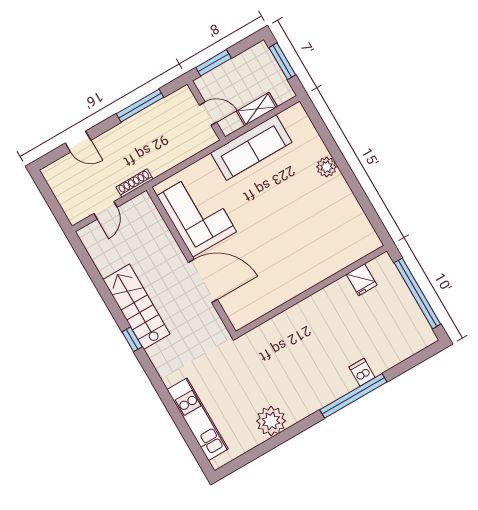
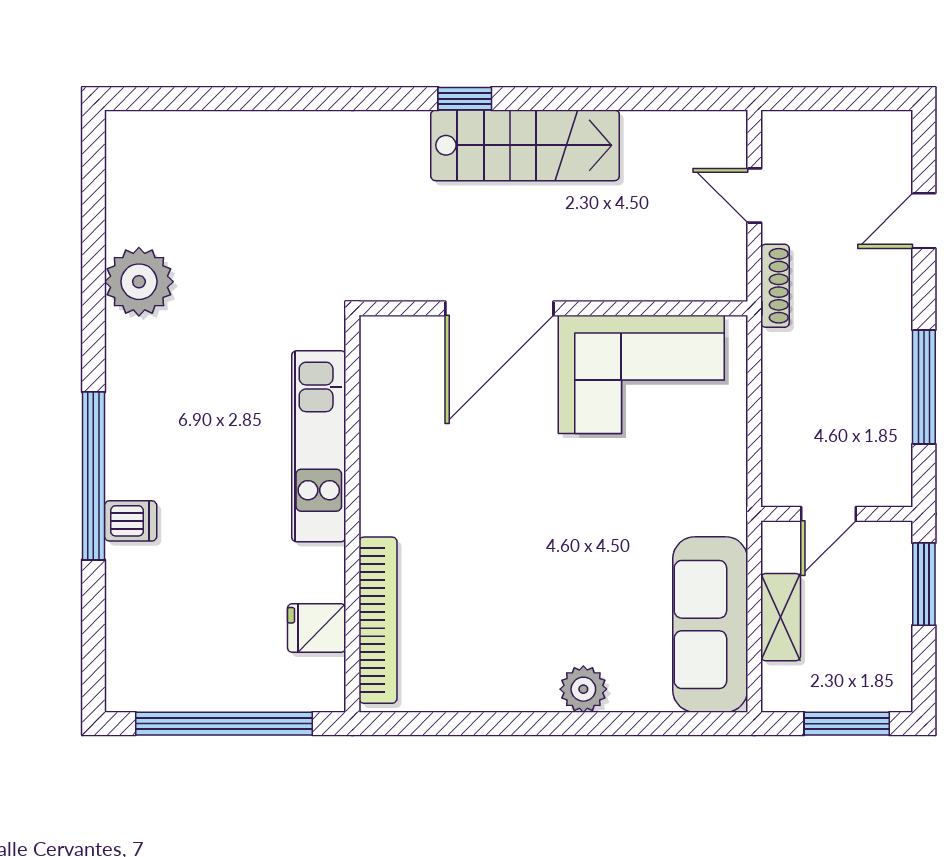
sofa: (251, 147) -> (710, 624), moved
bookcase: (345, 258) -> (378, 620), added
kitchen unit: (198, 419) -> (319, 446), moved, turned 90

